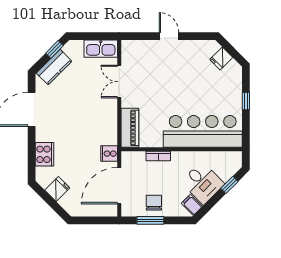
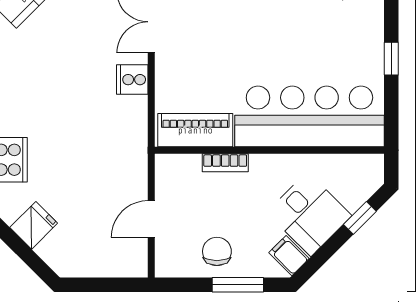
piano: (130, 128) -> (195, 130), moved, turned -90
cooker: (109, 154) -> (132, 80), moved
door: (119, 186) -> (151, 219), width x0.53
window: (150, 220) -> (238, 285), moved

